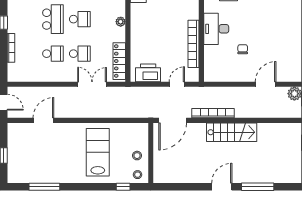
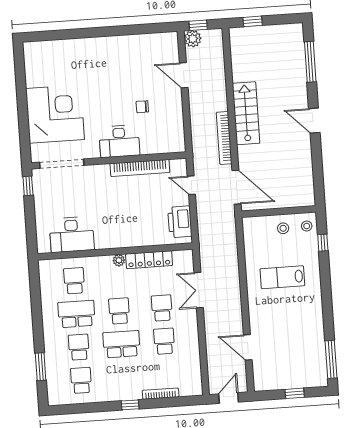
locker: (119, 61) -> (149, 260), moved
lab bench: (98, 152) -> (282, 277), width x0.73, depth x0.72
window: (44, 187) -> (331, 359), moved
window: (258, 187) -> (310, 62), moved

